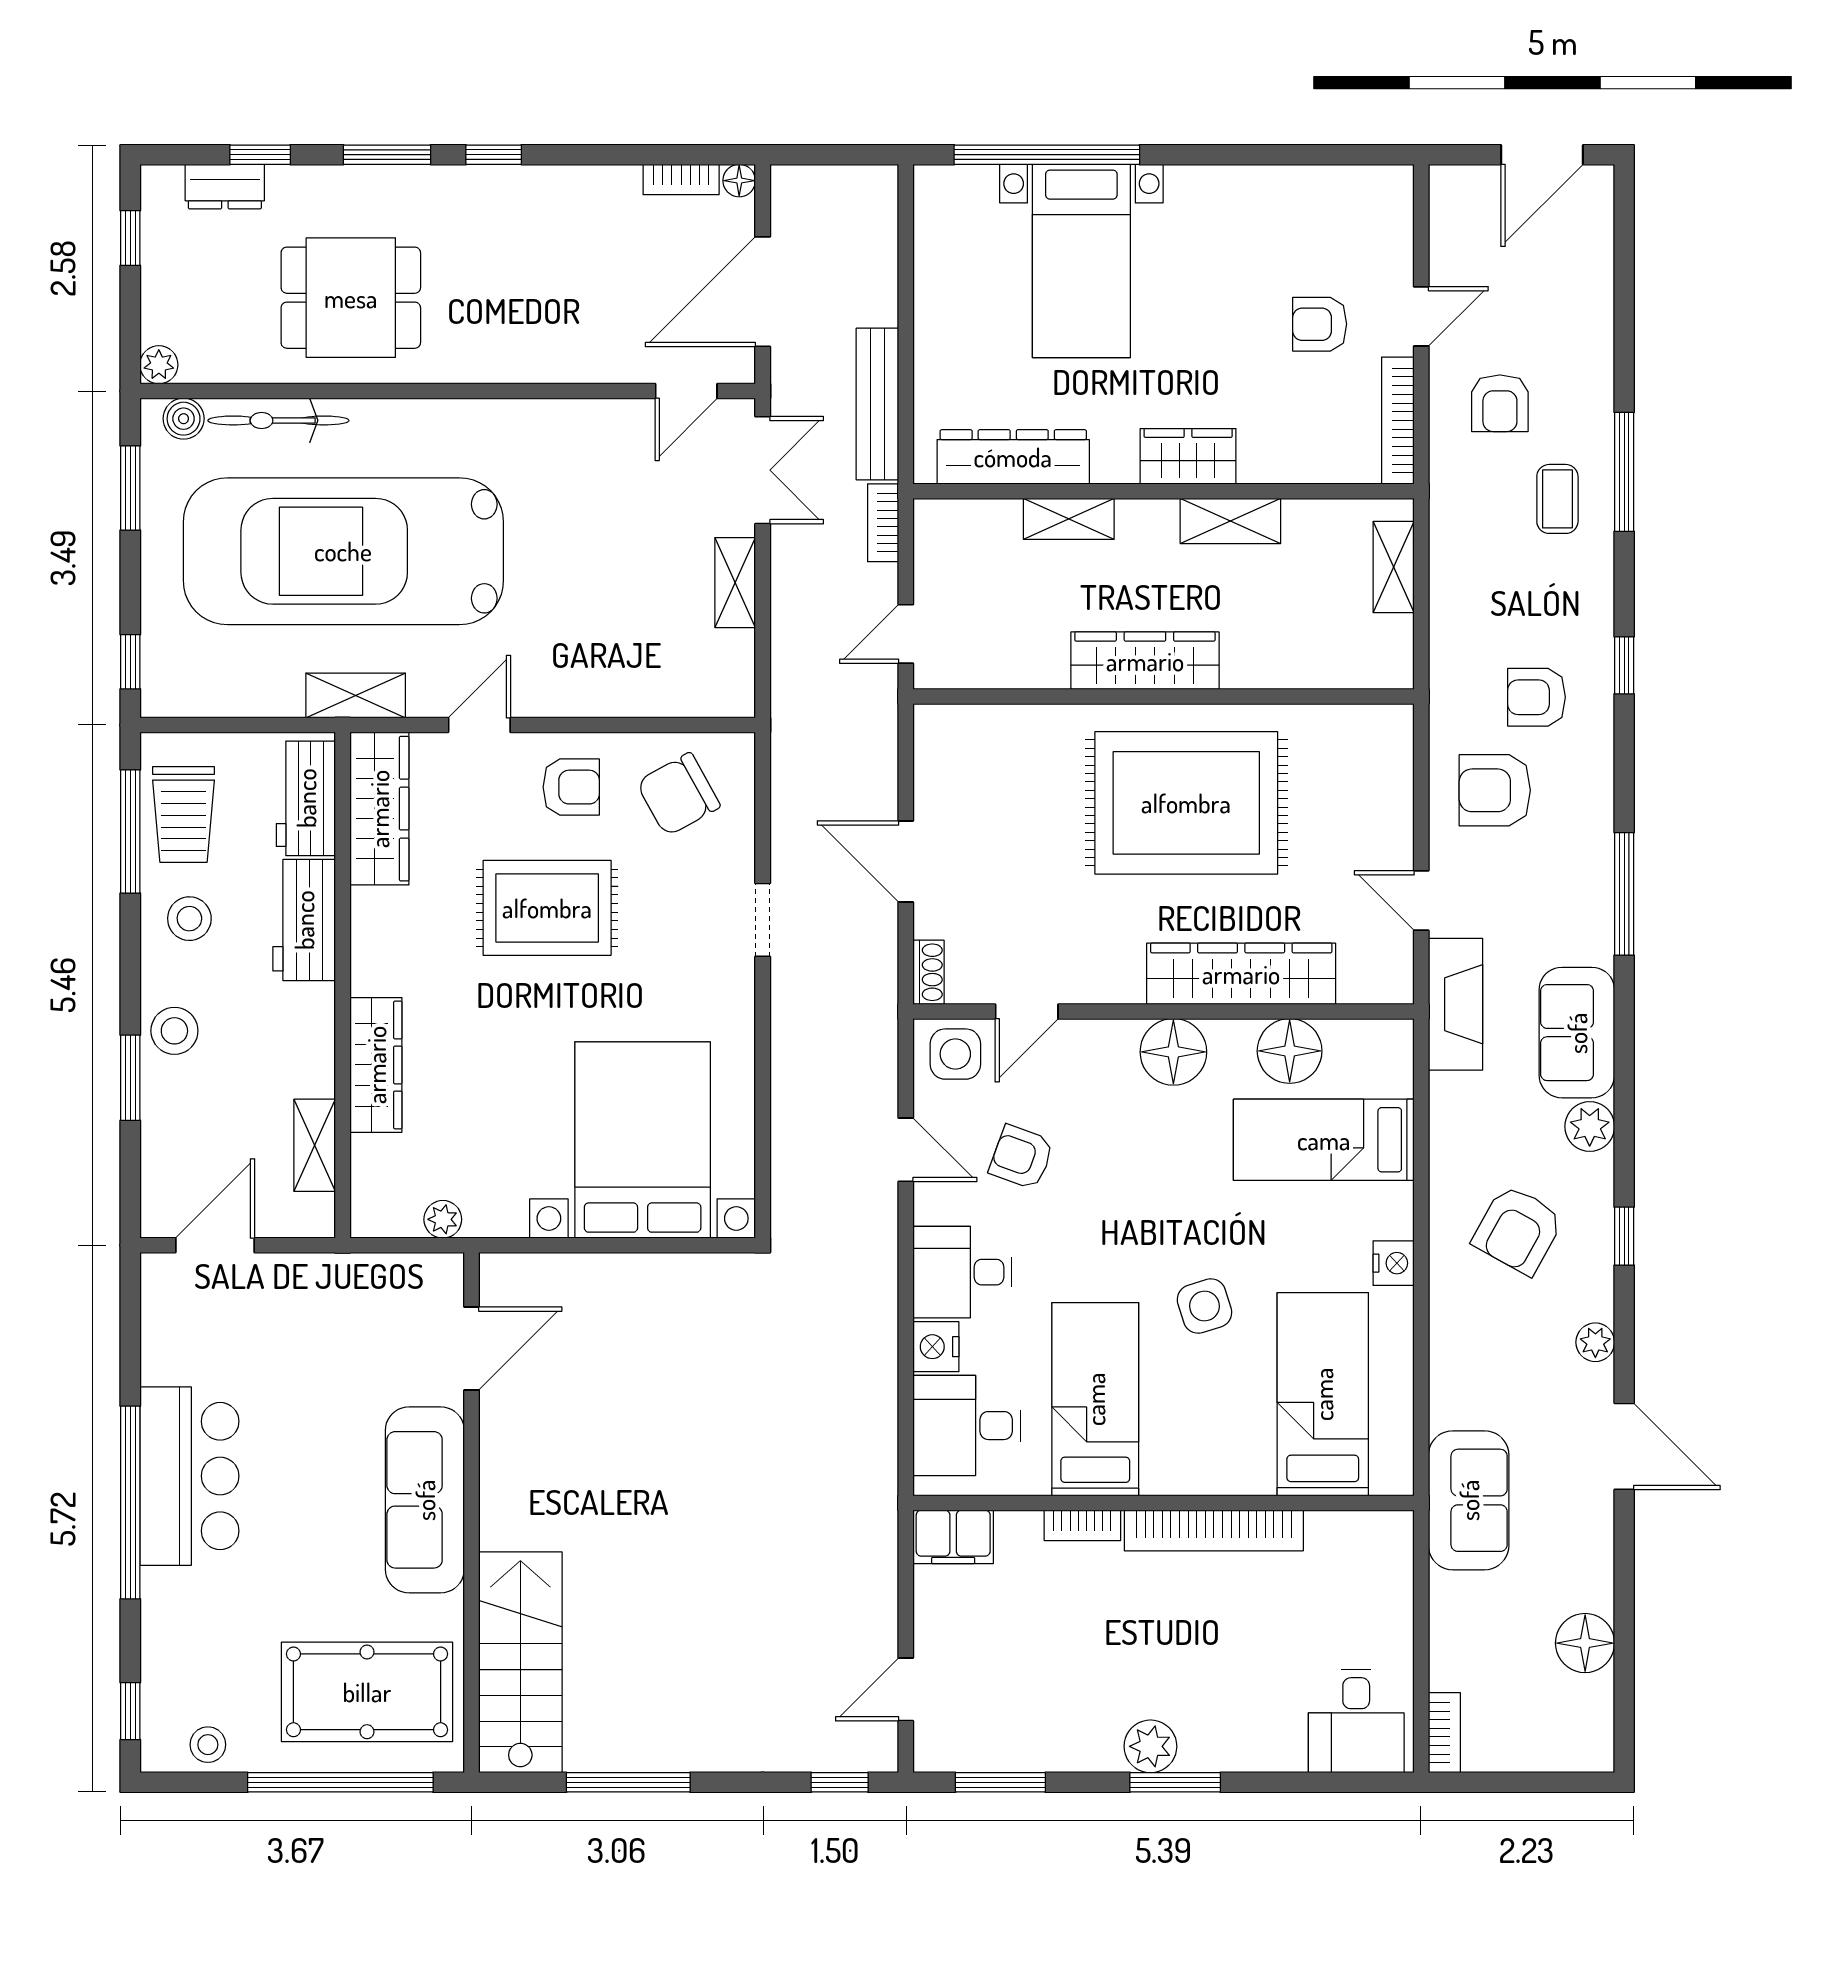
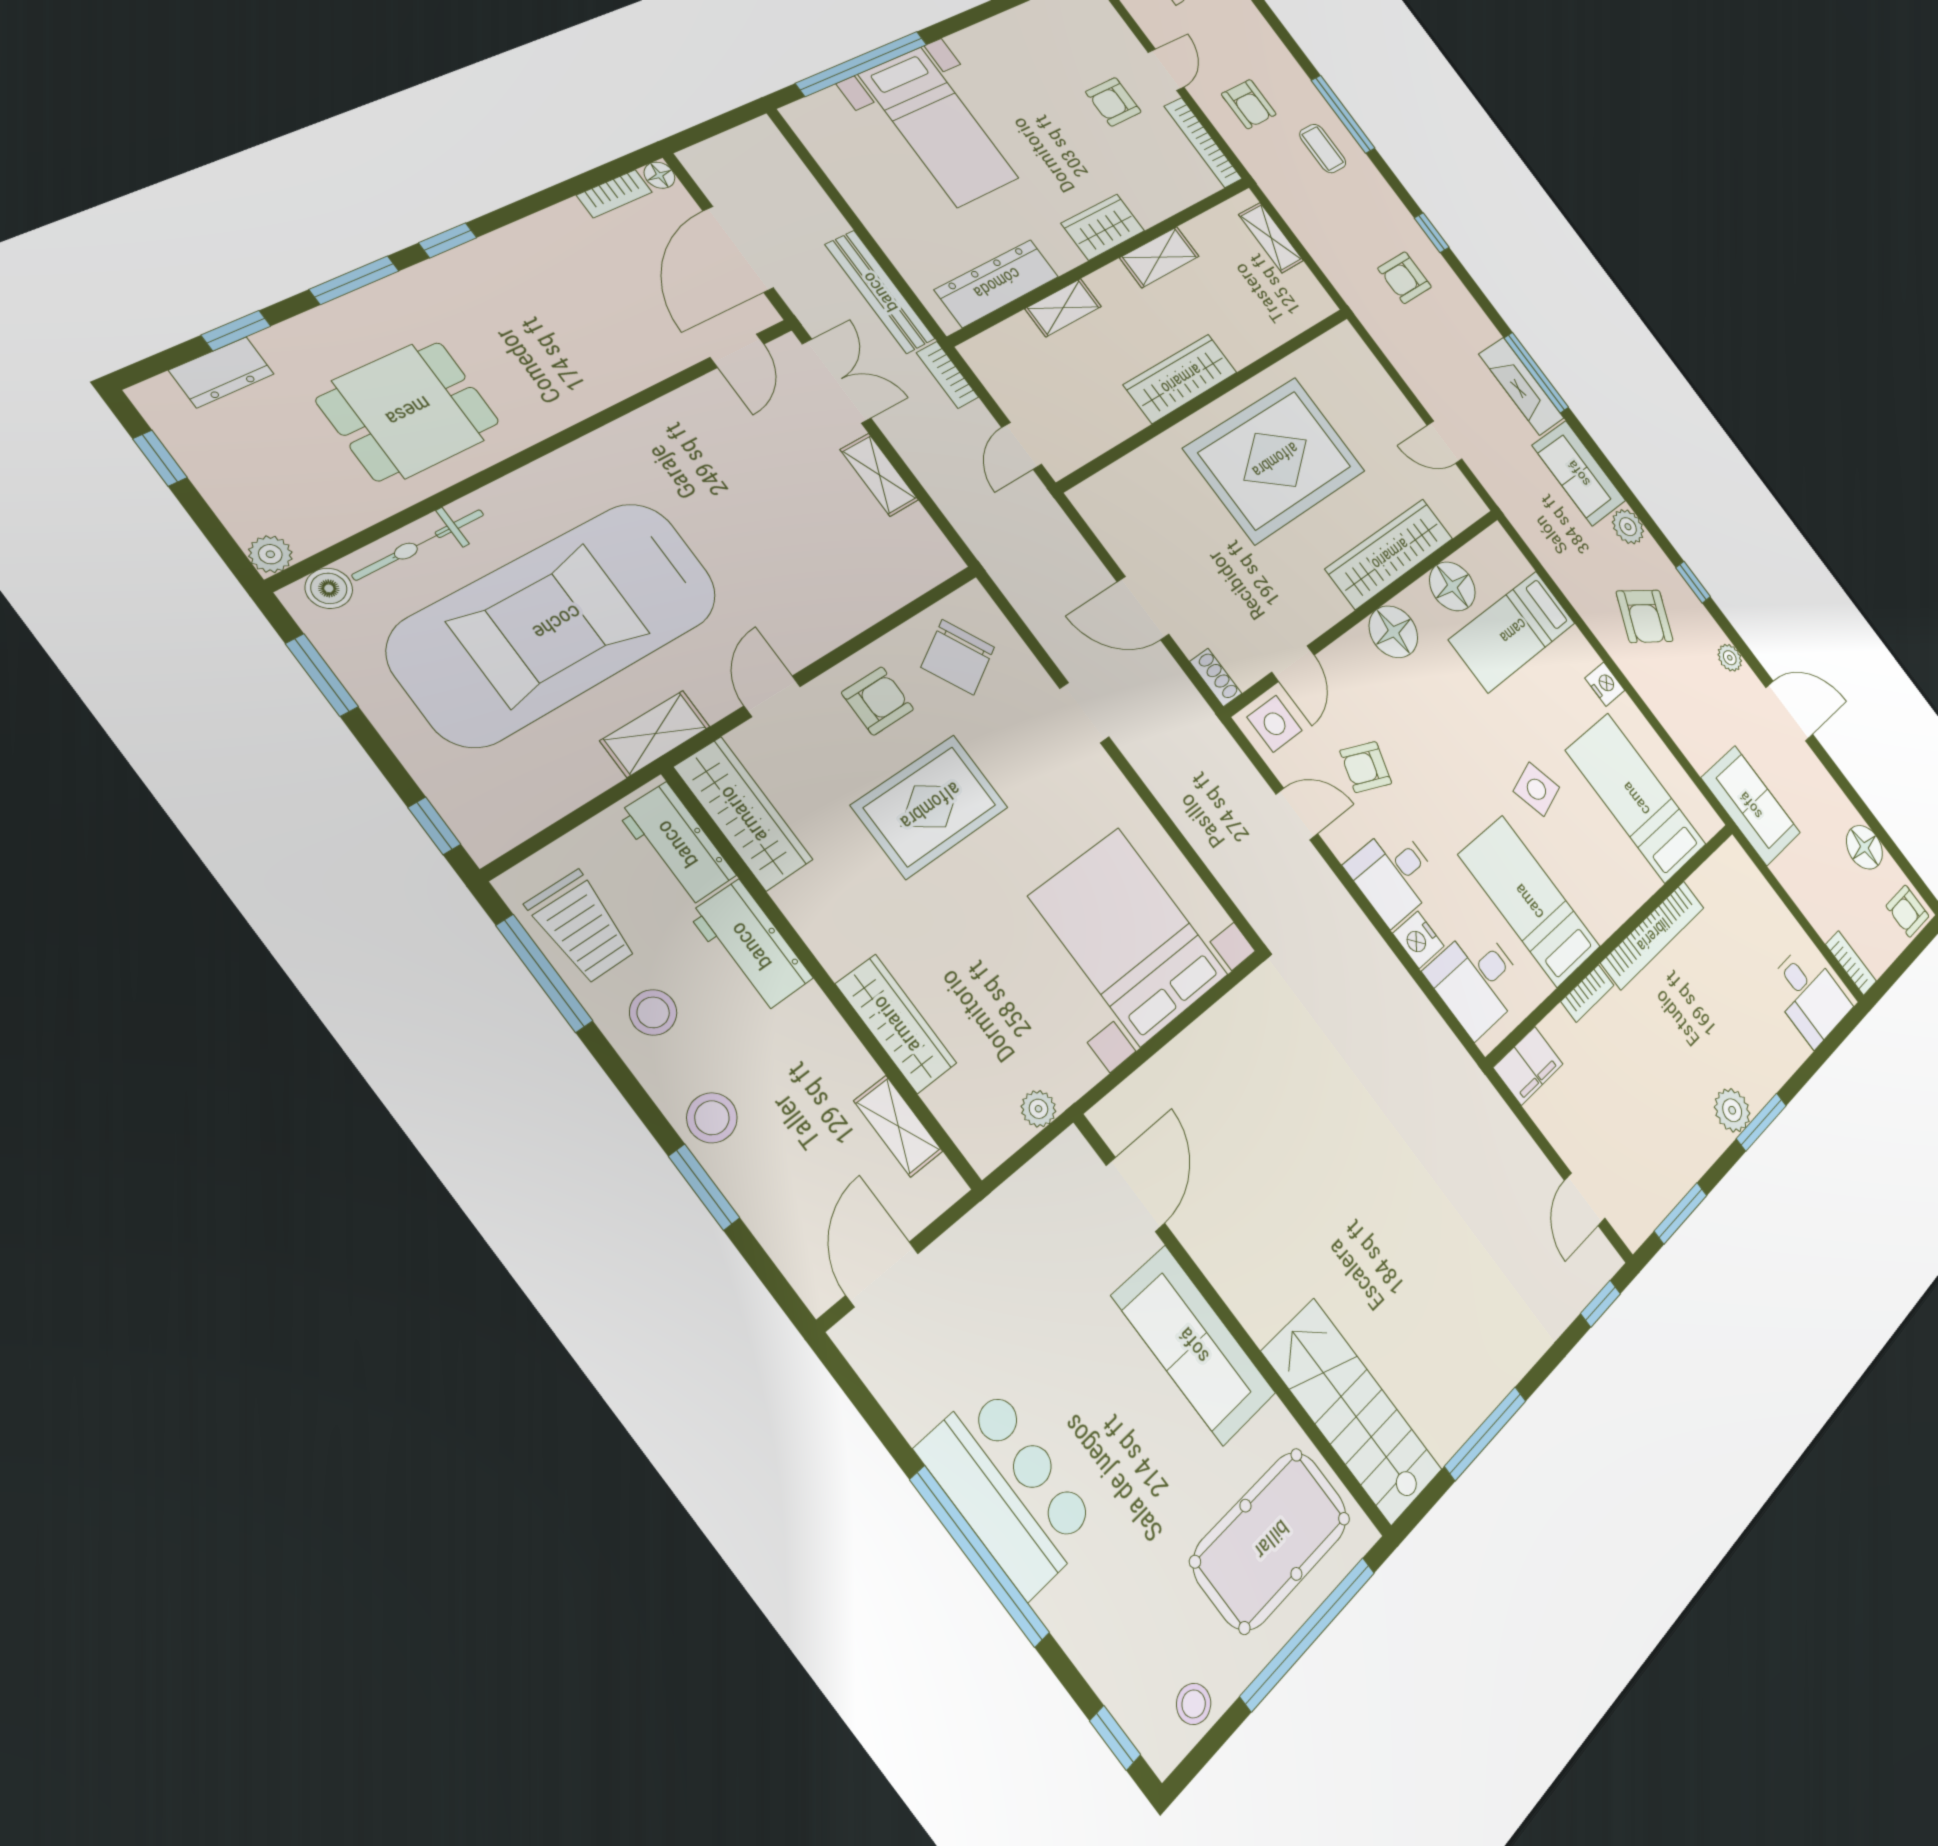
armchair: (1495, 790) -> (1908, 911), moved, width x0.72, depth x0.72
fireplace: (1456, 1004) -> (1521, 386), moved, turned 180

